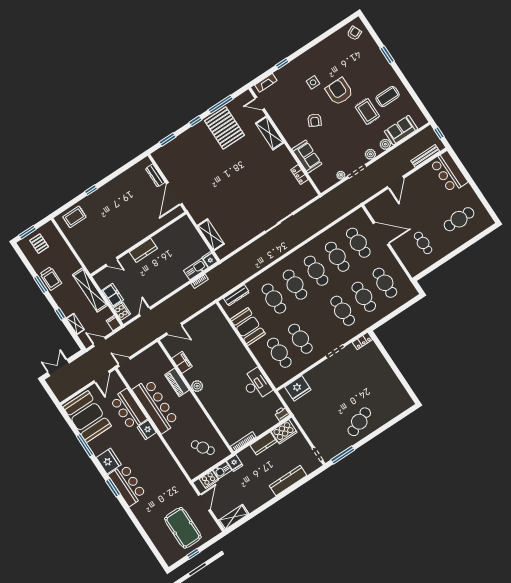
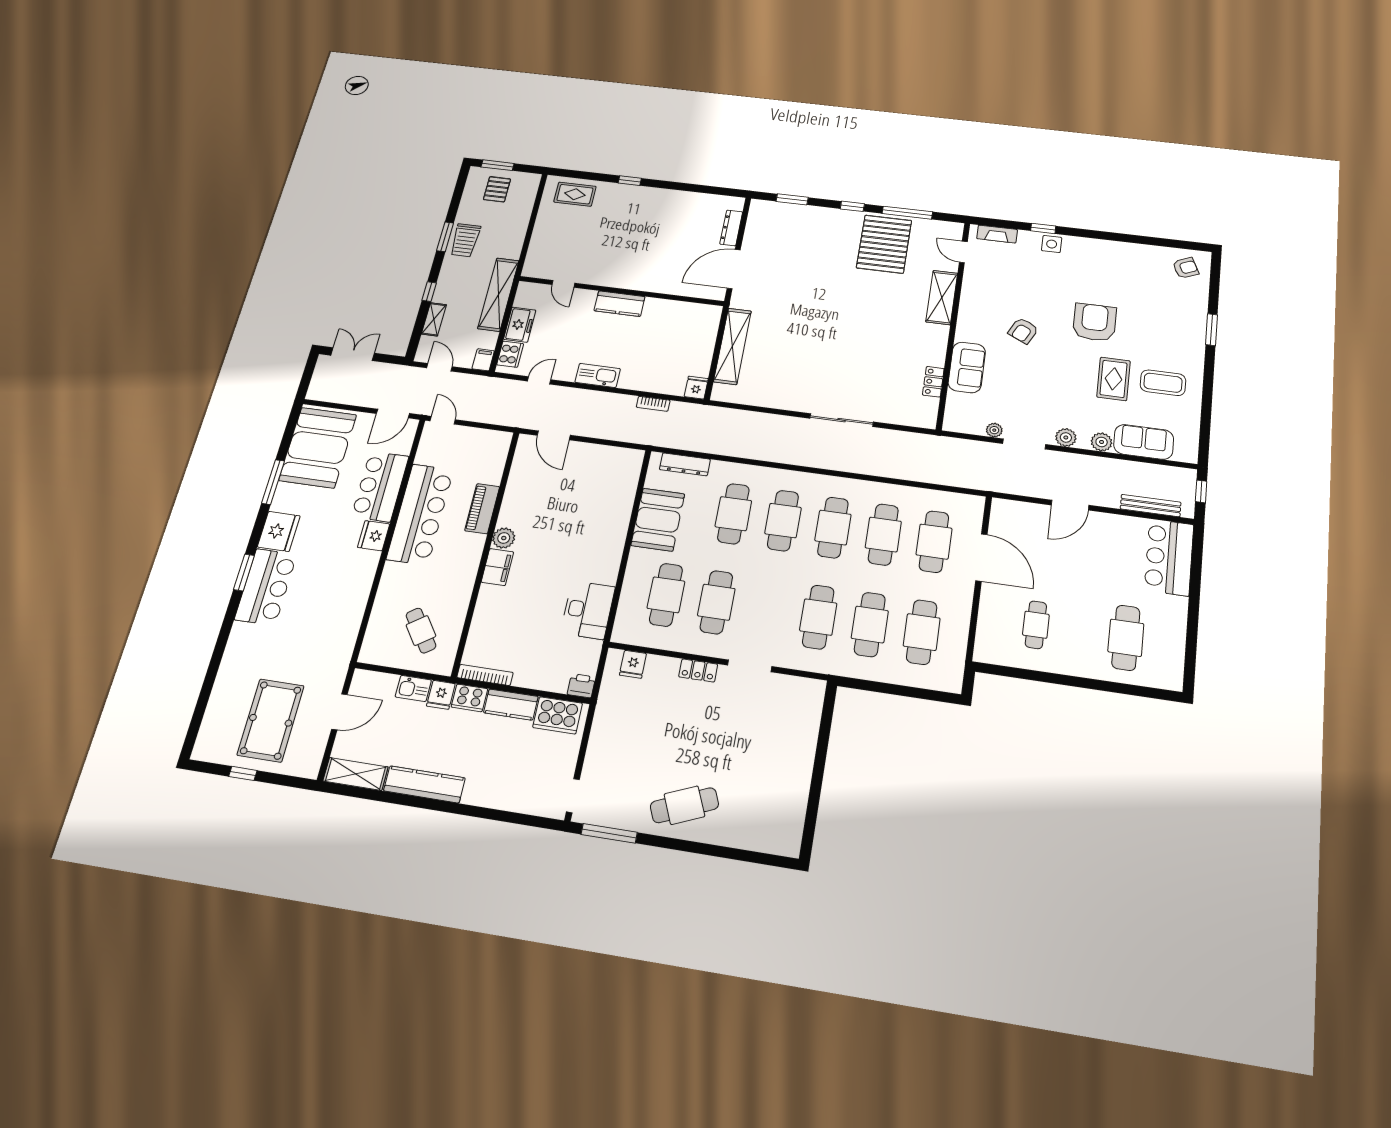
side table: (313, 82) -> (1052, 244), moved
cafe table: (459, 219) -> (1126, 638), turned 90
shelving: (211, 235) -> (732, 346), width x1.47
kitchen sink: (196, 269) -> (598, 375), moved
locker: (362, 341) -> (698, 670), moved
filing cabinet: (182, 362) -> (497, 567), moved
fridge: (298, 388) -> (633, 664), width x0.53, depth x0.75
cooker: (209, 479) -> (469, 698), moved
kitchen counter: (288, 481) -> (424, 784), moved

